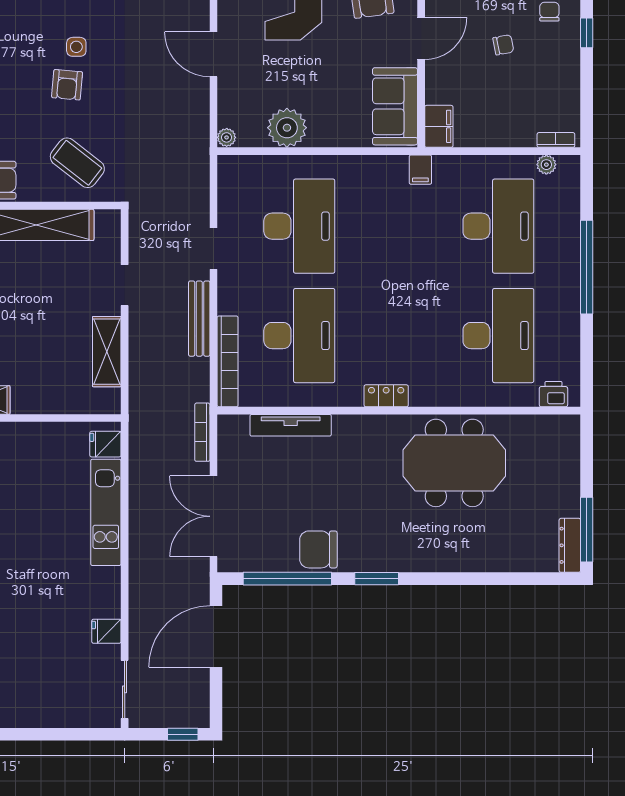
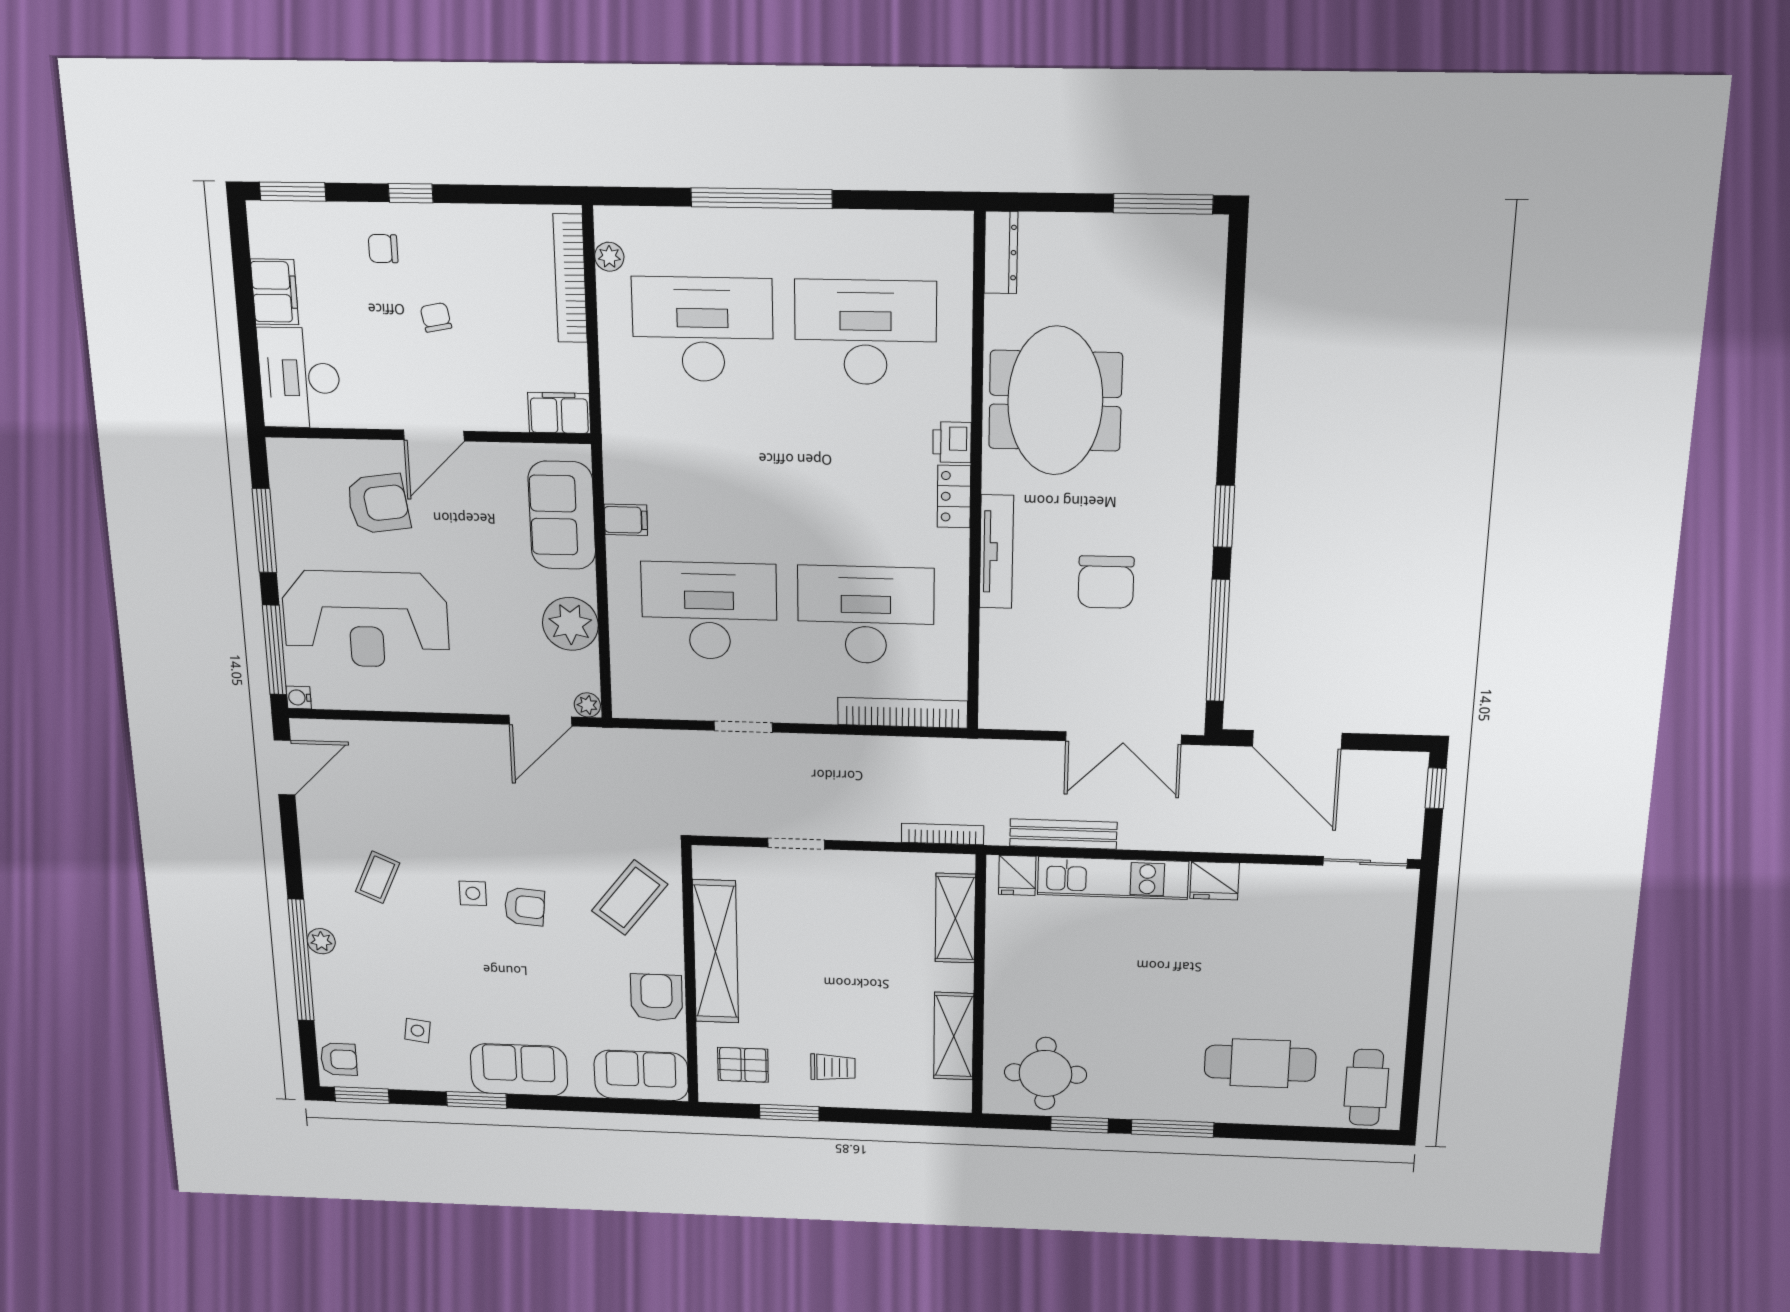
door: (421, 38) -> (434, 436), swing flipped
door: (214, 54) -> (540, 721), moved
sofa: (395, 106) -> (562, 515), moved, turned 90
bookcase: (556, 140) -> (570, 278), width x2.31, depth x1.31
filing cabinet: (420, 170) -> (626, 520), moved
bench: (199, 319) -> (1063, 834), moved
shelving: (107, 352) -> (955, 918), moved, turned 90
printer: (553, 394) -> (952, 442), moved
tv unit: (291, 425) -> (996, 552), moved
bookcase: (202, 432) -> (942, 834), moved, turned 180
dresser: (570, 545) -> (1001, 252), moved, turned -90
chair: (318, 549) -> (1106, 582), moved
fridge: (106, 631) -> (1215, 881), moved, width x1.38

